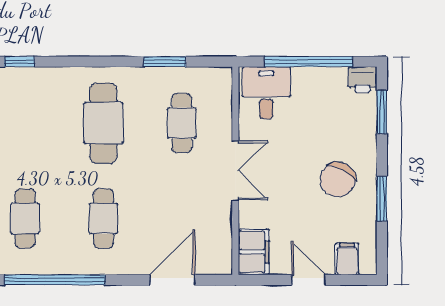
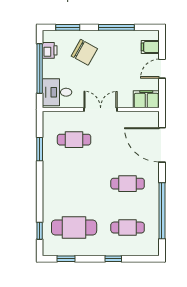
printer: (363, 80) -> (50, 50), moved
cafe table: (103, 123) -> (74, 228), moved
chair: (338, 180) -> (84, 52), moved
window: (382, 198) -> (116, 27), width x1.44
door: (172, 280) -> (162, 145), width x1.36

